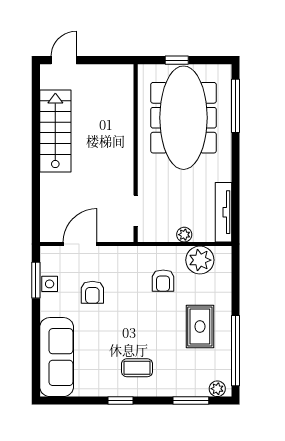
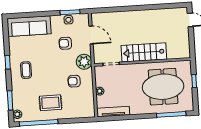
meeting table: (184, 118) -> (163, 87), width x0.73
stairs: (55, 131) -> (144, 52), moved, turned 180
plant: (200, 260) -> (84, 62), moved

